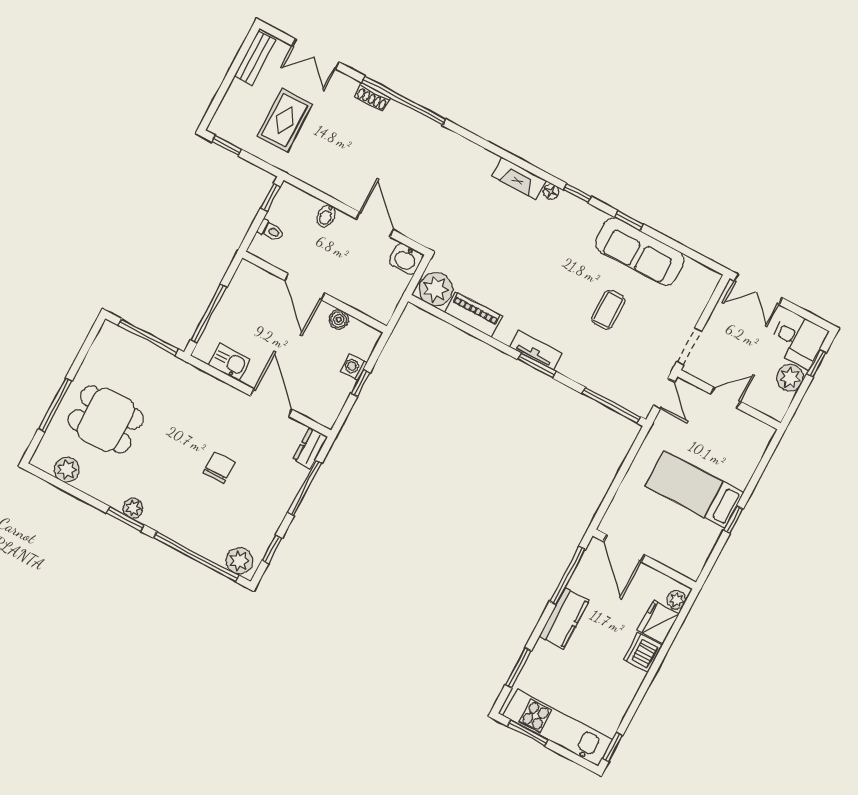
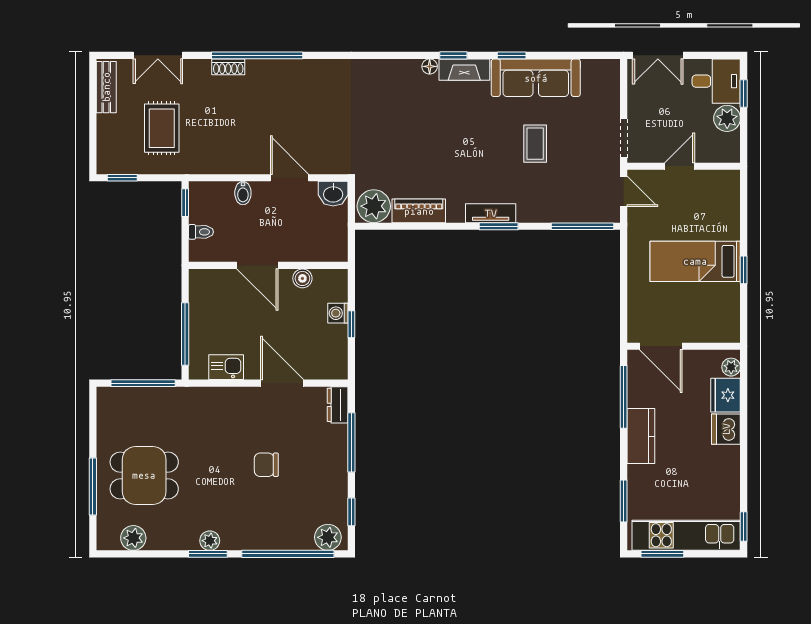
fireplace: (519, 178) -> (464, 70), moved
chair: (219, 467) -> (266, 465), turned -90

